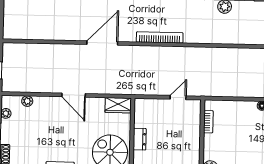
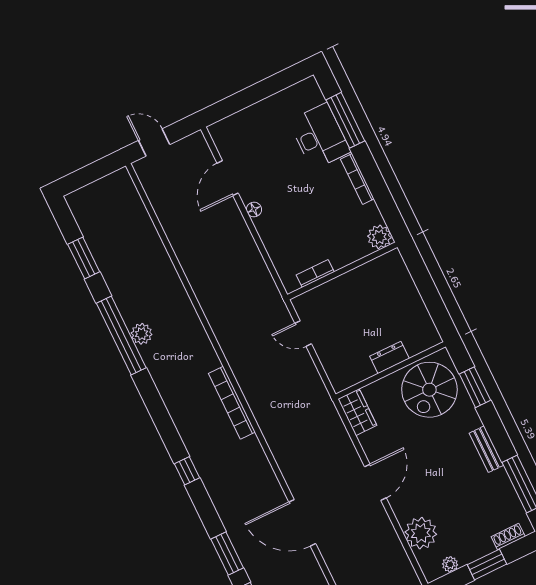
door: (102, 43) -> (302, 523), moved
plant: (27, 101) -> (421, 533), width x1.88, depth x1.88

